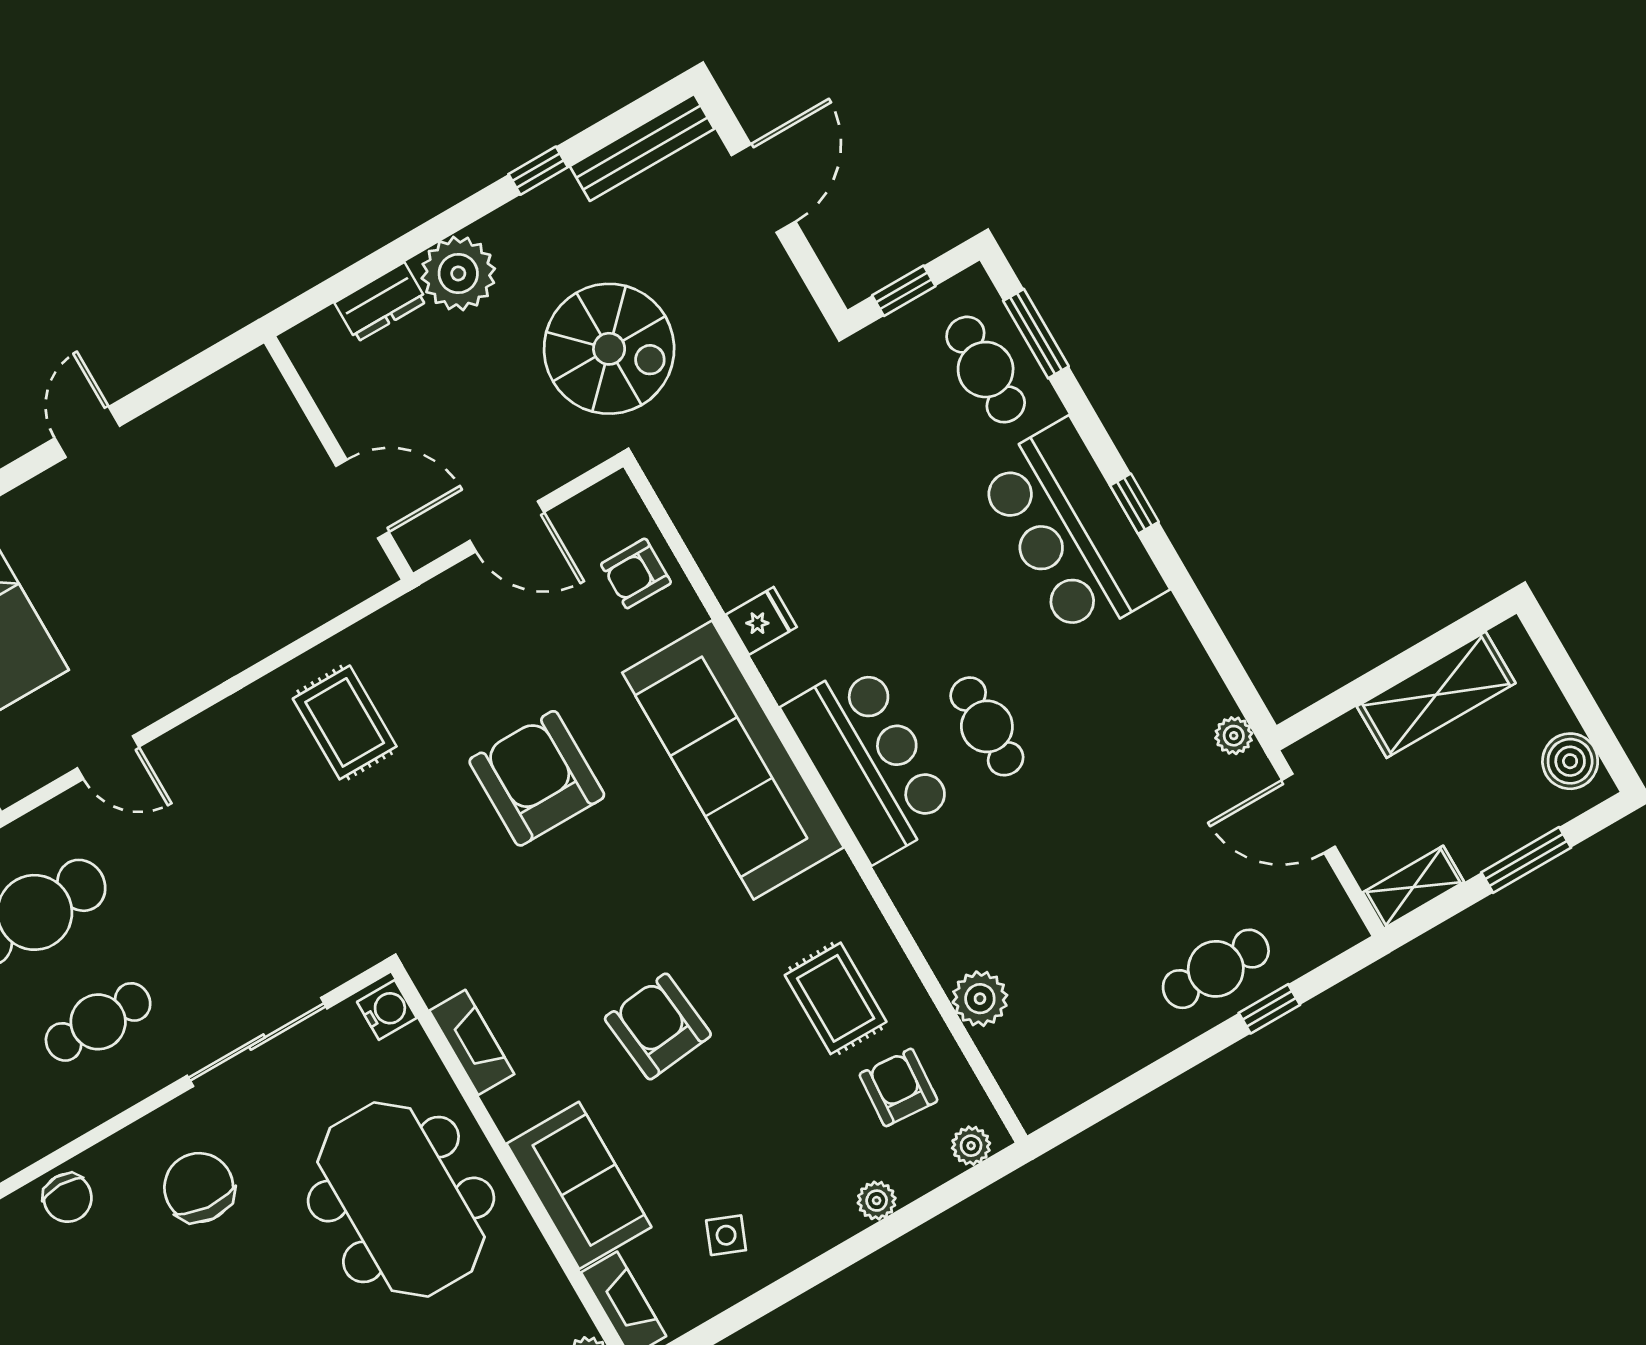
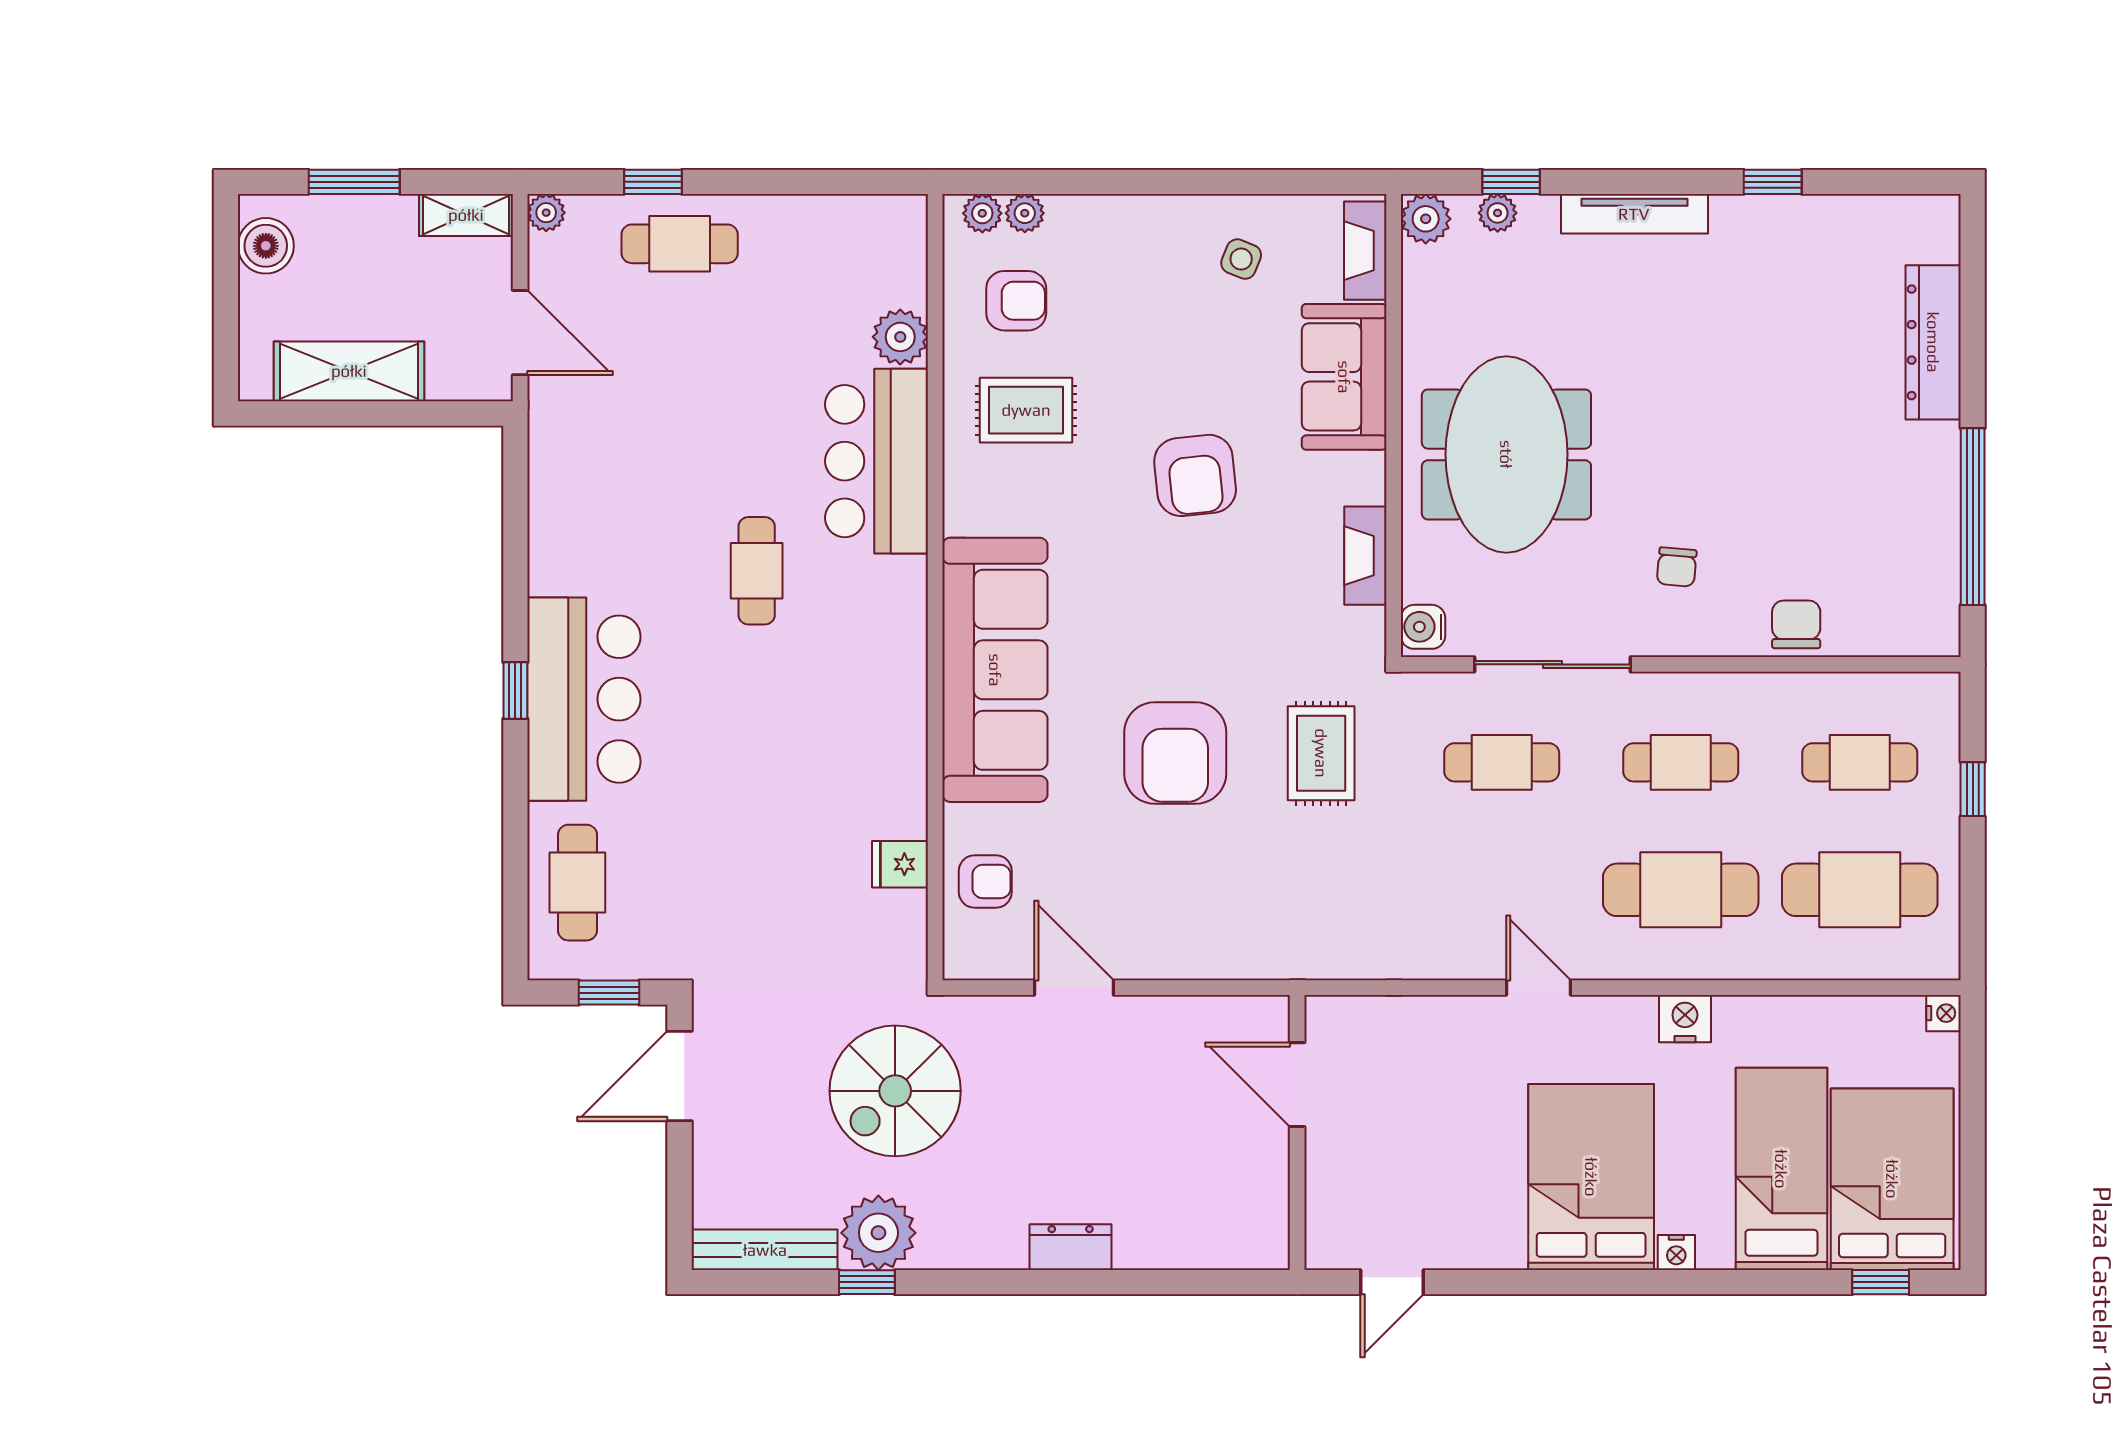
door: (764, 188) -> (679, 1076), moved
plant: (458, 273) -> (878, 1233), moved
window: (1036, 334) -> (515, 888), removed
spiral stairs: (609, 349) -> (895, 1091), turned -90
wall: (339, 458) -> (1297, 1132), moved
door: (362, 499) -> (1297, 1085), moved
fridge: (761, 621) -> (900, 864), moved
rug: (345, 722) -> (1321, 753), moved
plant: (1234, 736) -> (546, 213), moved
bar counter: (869, 761) -> (877, 461), moved
cafe table: (252, 933) -> (1502, 762), added
rug: (836, 998) -> (1026, 410), turned 90
armchair: (898, 1087) -> (1016, 301), turned -94
chair: (199, 1188) -> (1677, 567), width x0.54, depth x0.54
plant: (877, 1201) -> (1025, 213), moved

